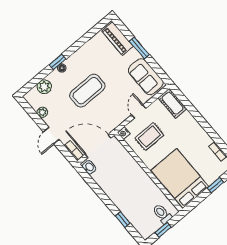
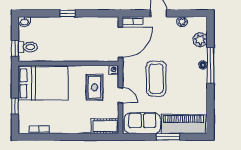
piano: (118, 39) -> (184, 124), width x1.37, depth x1.33
window: (57, 62) -> (210, 66), width x2.17
coffee table: (87, 91) -> (156, 79), moved
washbasin: (89, 167) -> (24, 22), moved
window: (123, 220) -> (68, 13), moved
window: (163, 230) -> (15, 48), moved

